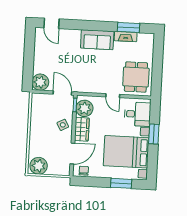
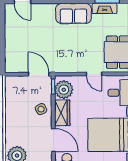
plant: (40, 82) -> (14, 64), removed
door: (72, 154) -> (53, 140), hinge flipped

